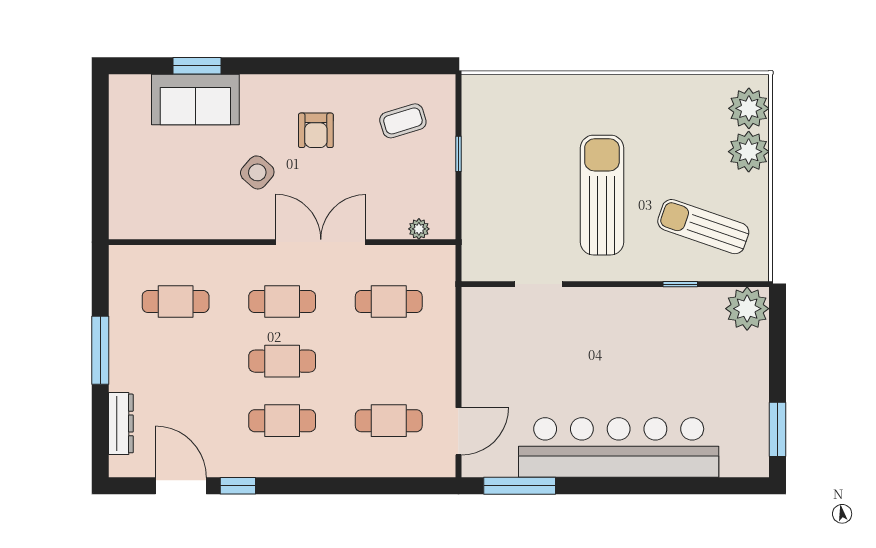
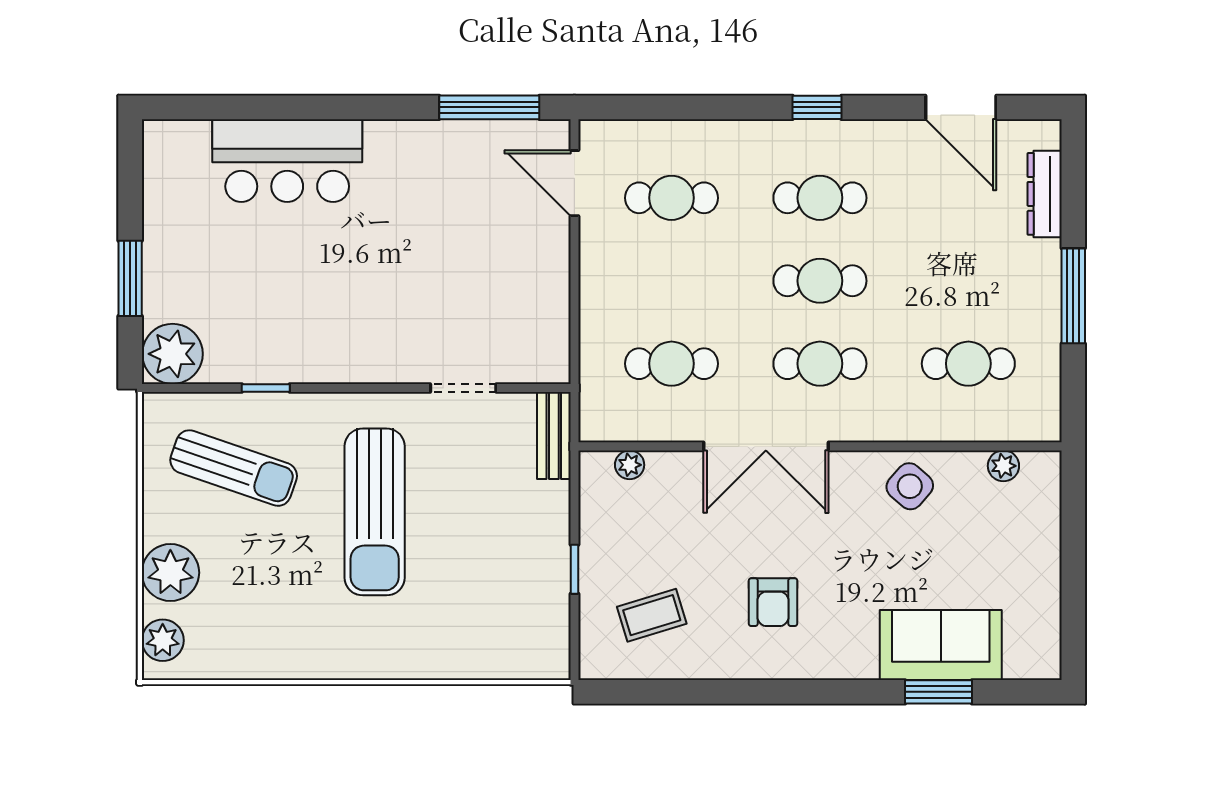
plant: (749, 108) -> (163, 640), width x0.73, depth x0.73
armchair: (316, 130) -> (773, 602), turned 180
side table: (257, 172) -> (910, 486), moved
plant: (150, 228) -> (1003, 466), added
bench: (473, 250) -> (554, 436), added
window: (778, 429) -> (130, 278), moved
door: (458, 431) -> (574, 183), hinge flipped
bar counter: (619, 447) -> (287, 161), width x0.54
window: (238, 486) -> (817, 107), moved

